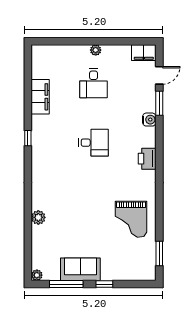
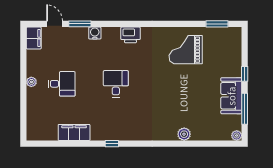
grand piano: (131, 219) -> (186, 50), turned 180

